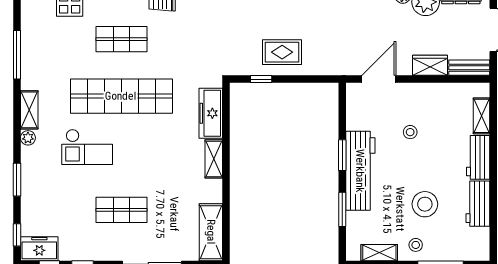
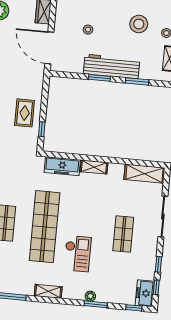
door: (379, 79) -> (49, 48), width x1.36
plant: (28, 138) -> (90, 296), moved

